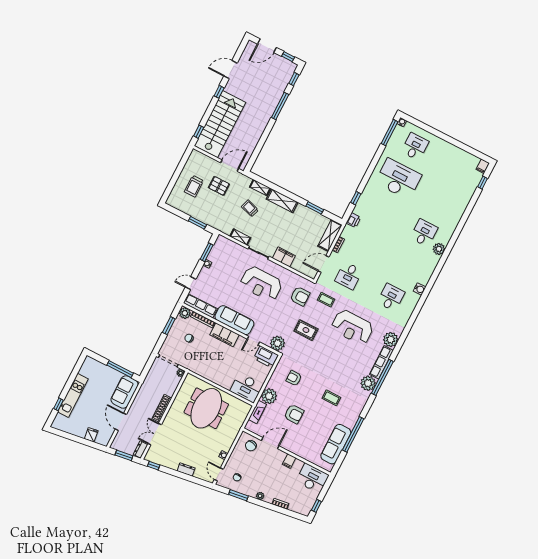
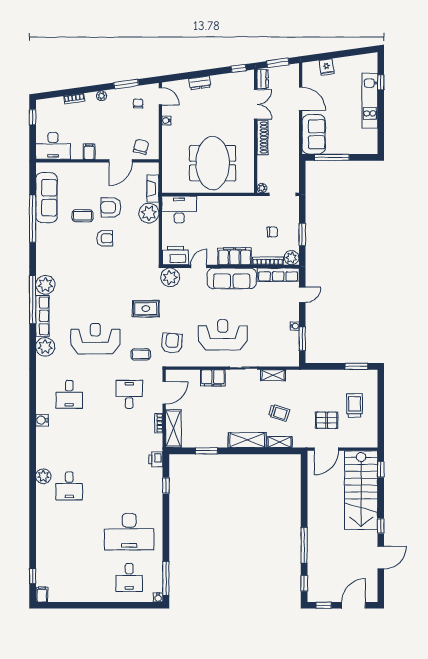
window: (197, 223) -> (356, 366), moved
armchair: (300, 296) -> (172, 343), turned 94
armchair: (294, 378) -> (105, 238), moved
coffee table: (331, 398) -> (83, 216), moved

